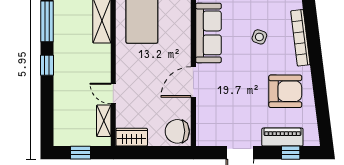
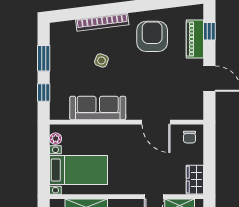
door: (193, 82) -> (156, 122), moved
chair: (177, 131) -> (190, 137), width x0.54, depth x0.54

